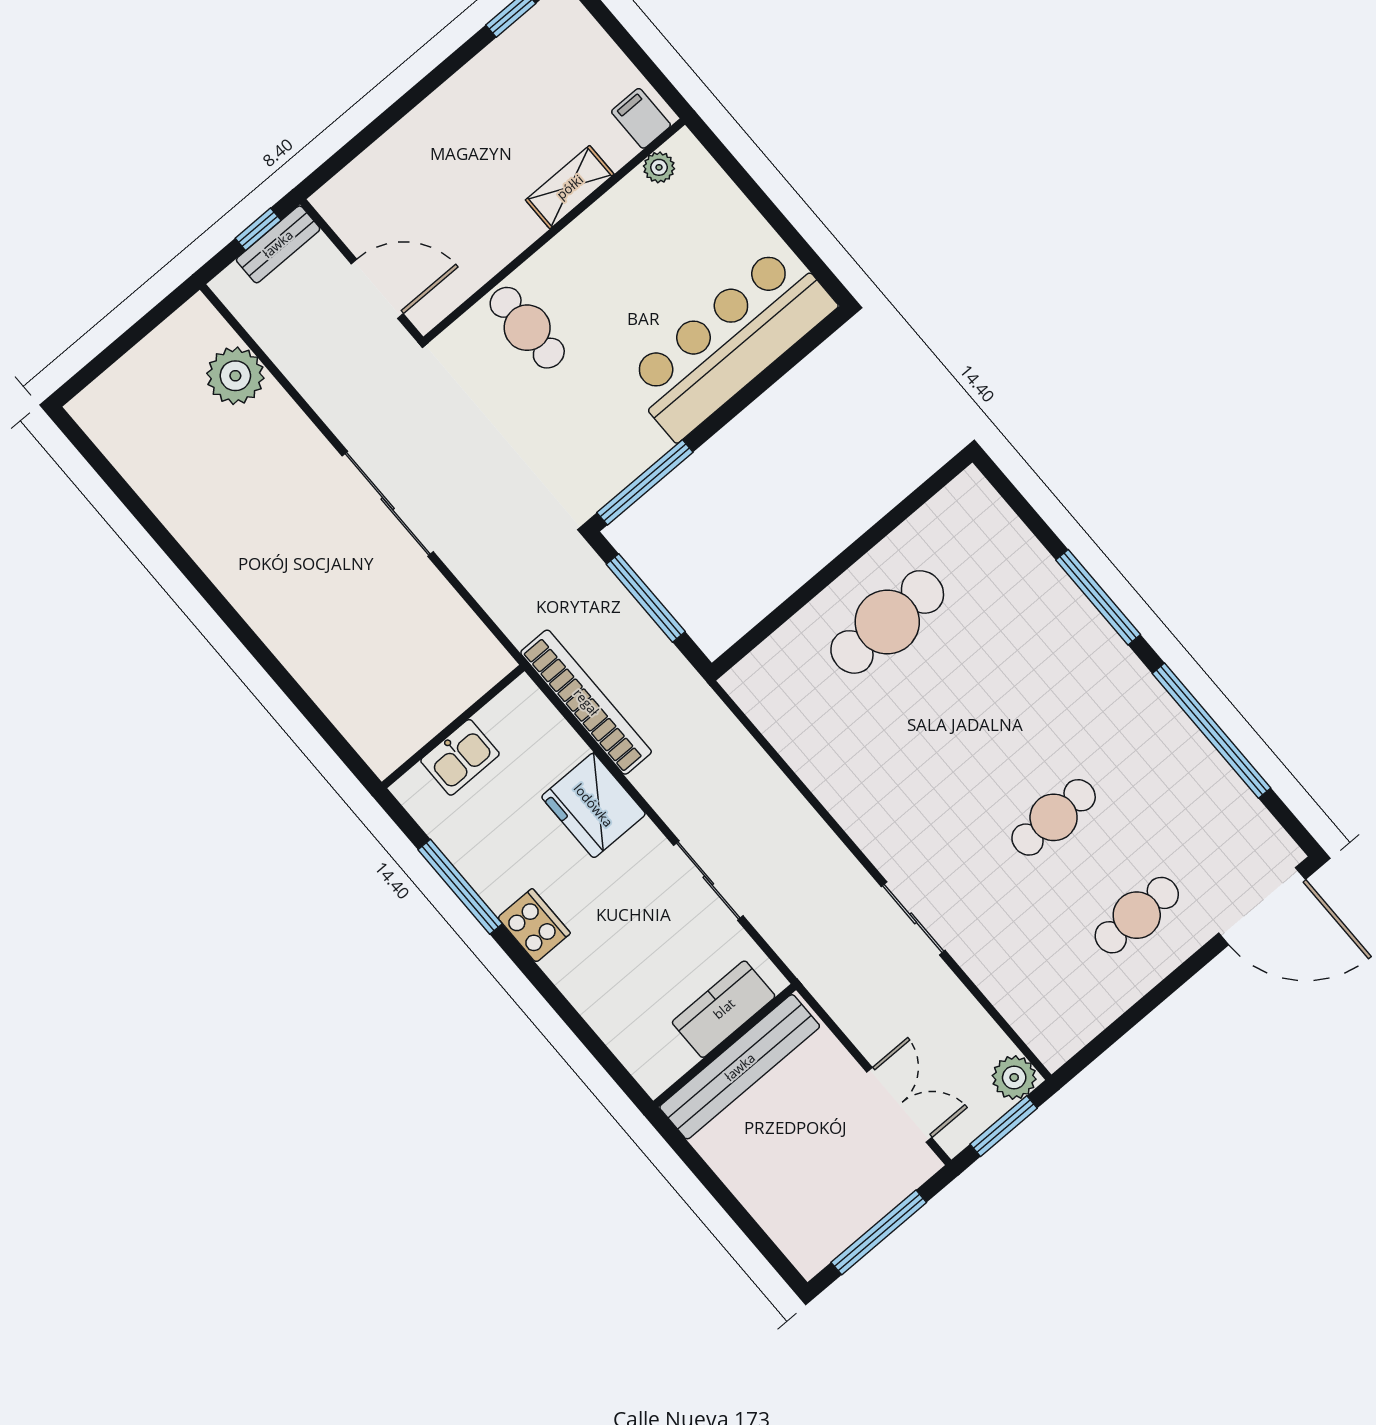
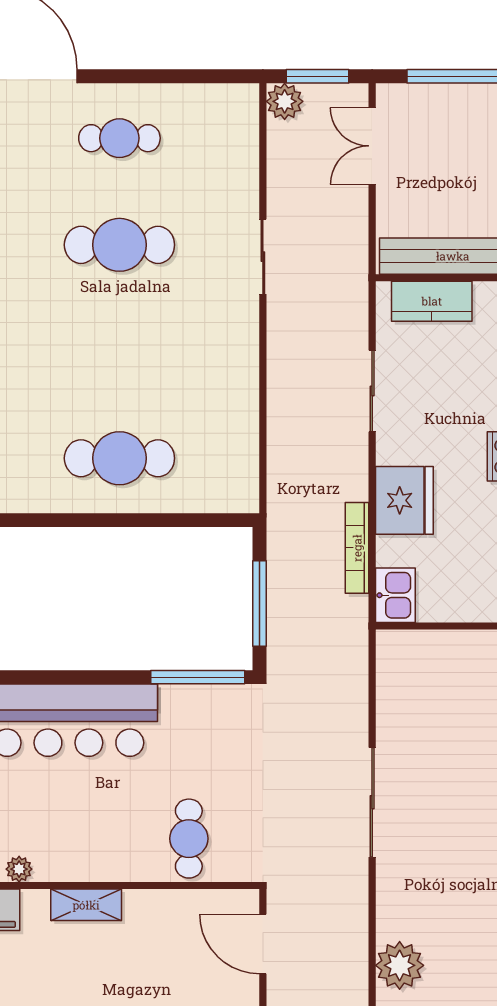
bookcase: (586, 702) -> (357, 548), width x0.68, depth x0.76
kitchen sink: (460, 757) -> (395, 595), moved, turned 90
cafe table: (1054, 817) -> (119, 245), width x1.37, depth x1.35

